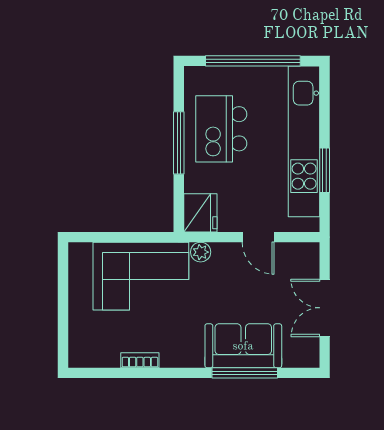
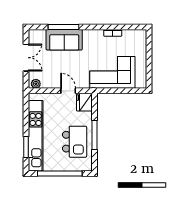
window: (325, 170) -> (26, 147), moved
door: (258, 237) -> (68, 91), moved
plant: (201, 252) -> (36, 84), moved

